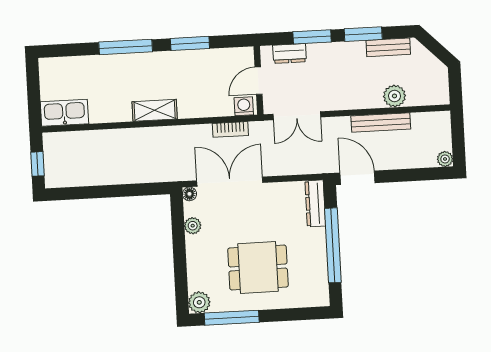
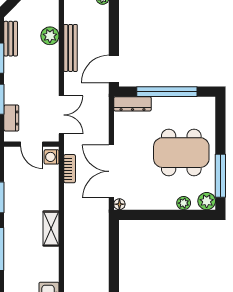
plant: (193, 226) -> (184, 203), moved
dining table: (258, 267) -> (181, 153), width x1.38

